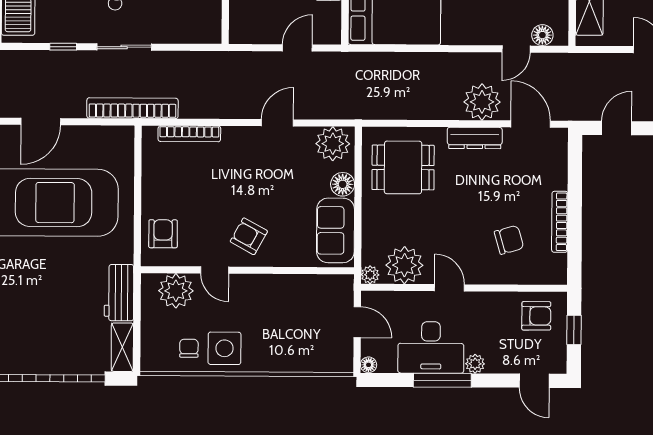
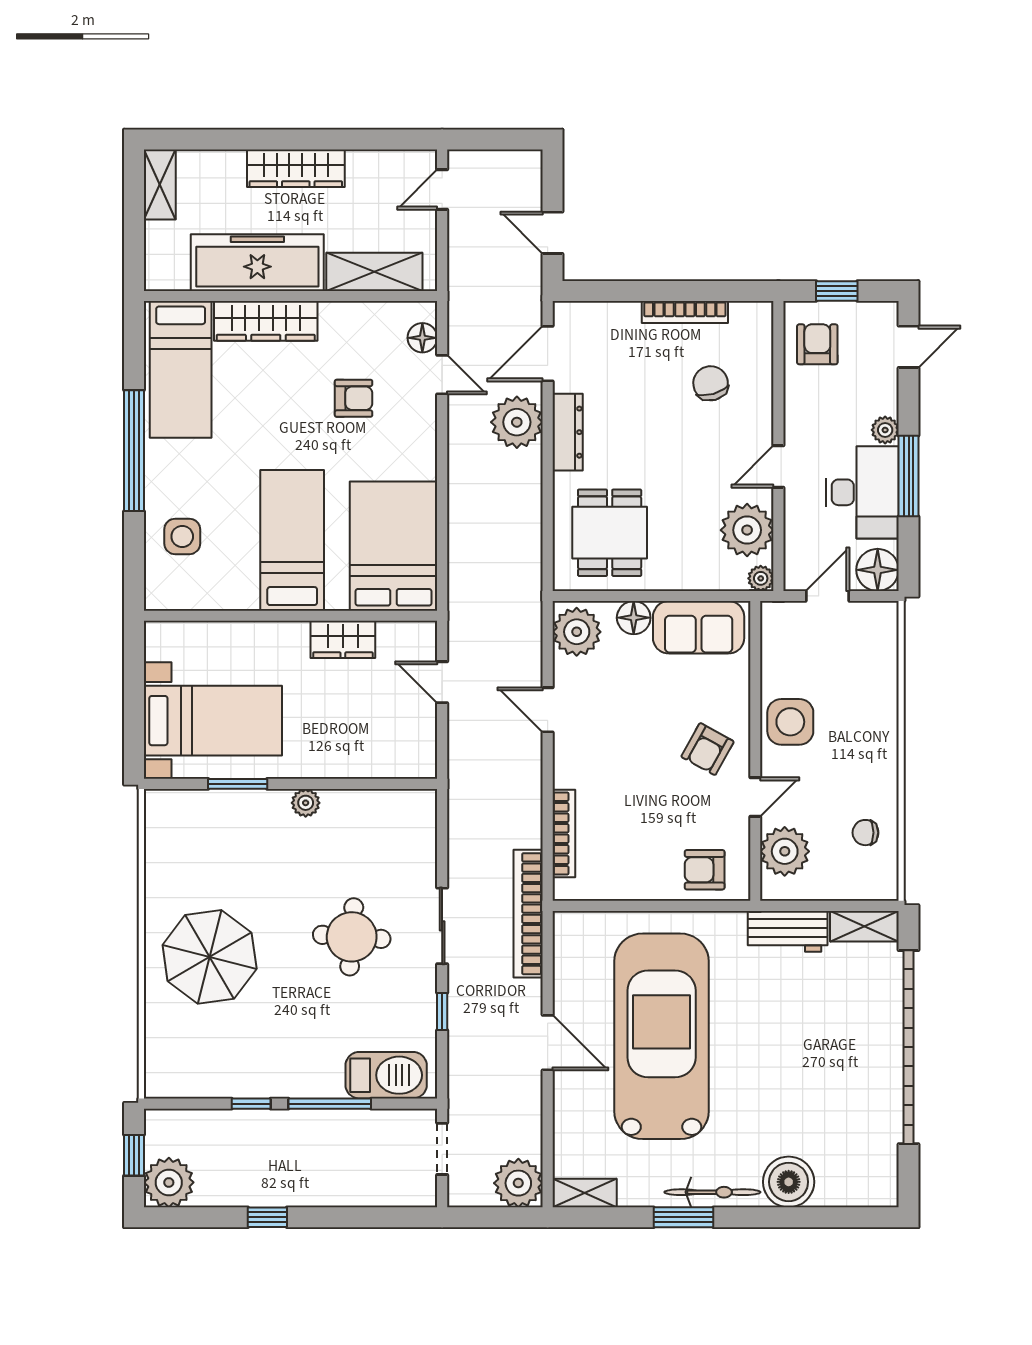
side table: (224, 348) -> (790, 722), moved
floor lamp: (369, 365) -> (878, 570), width x1.89, depth x1.89

